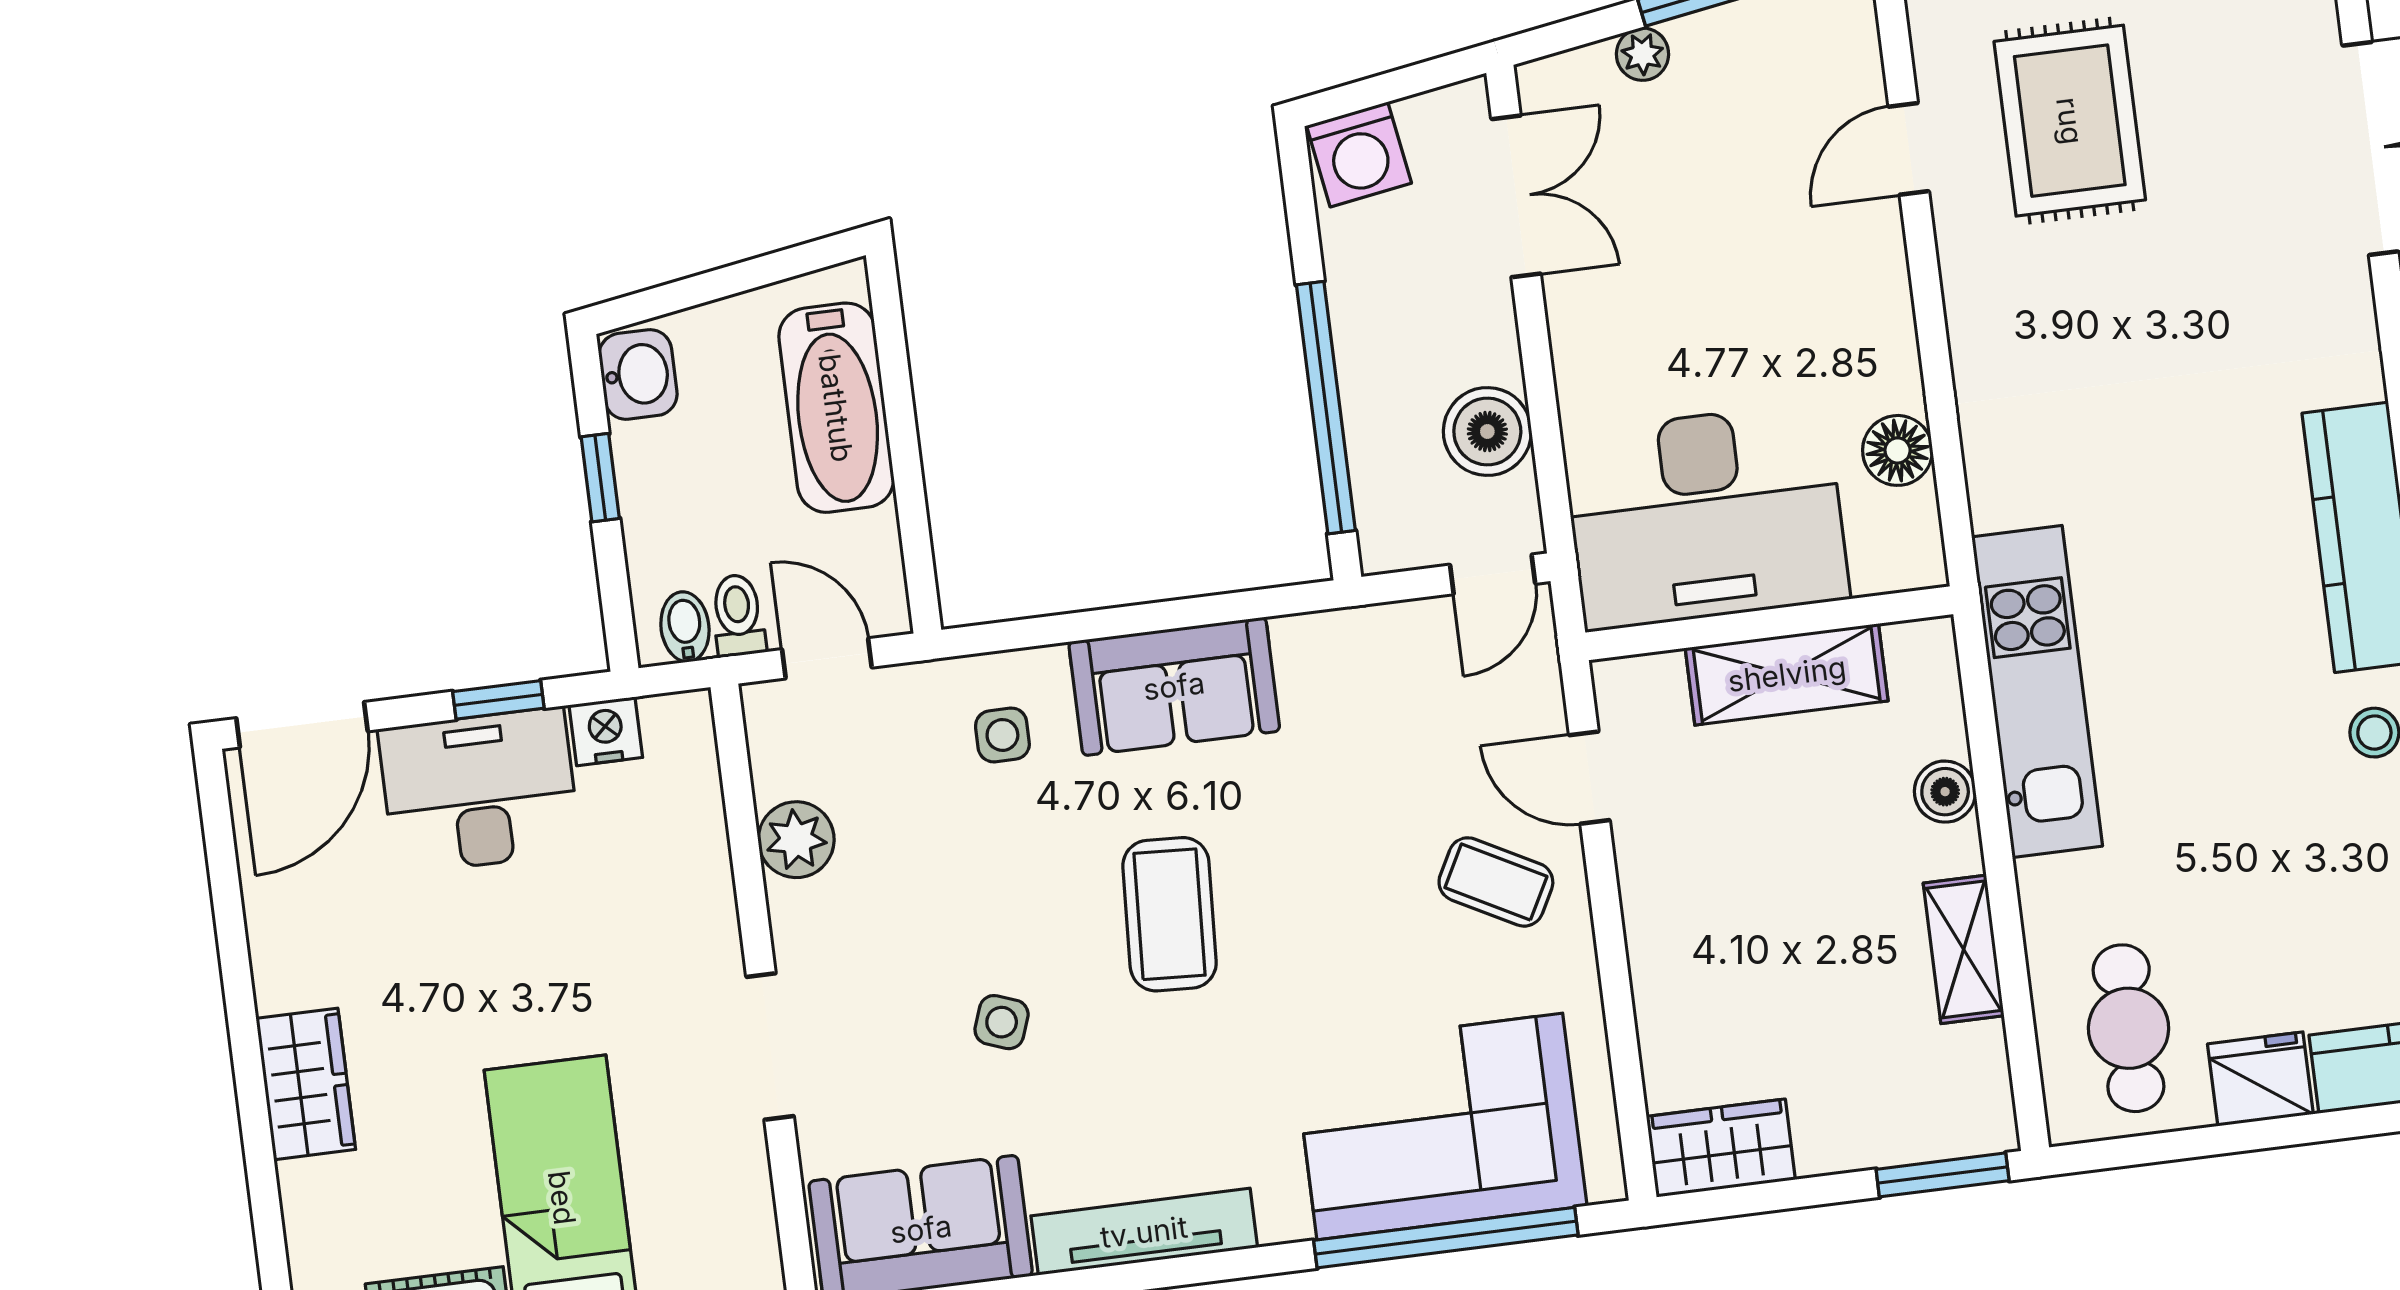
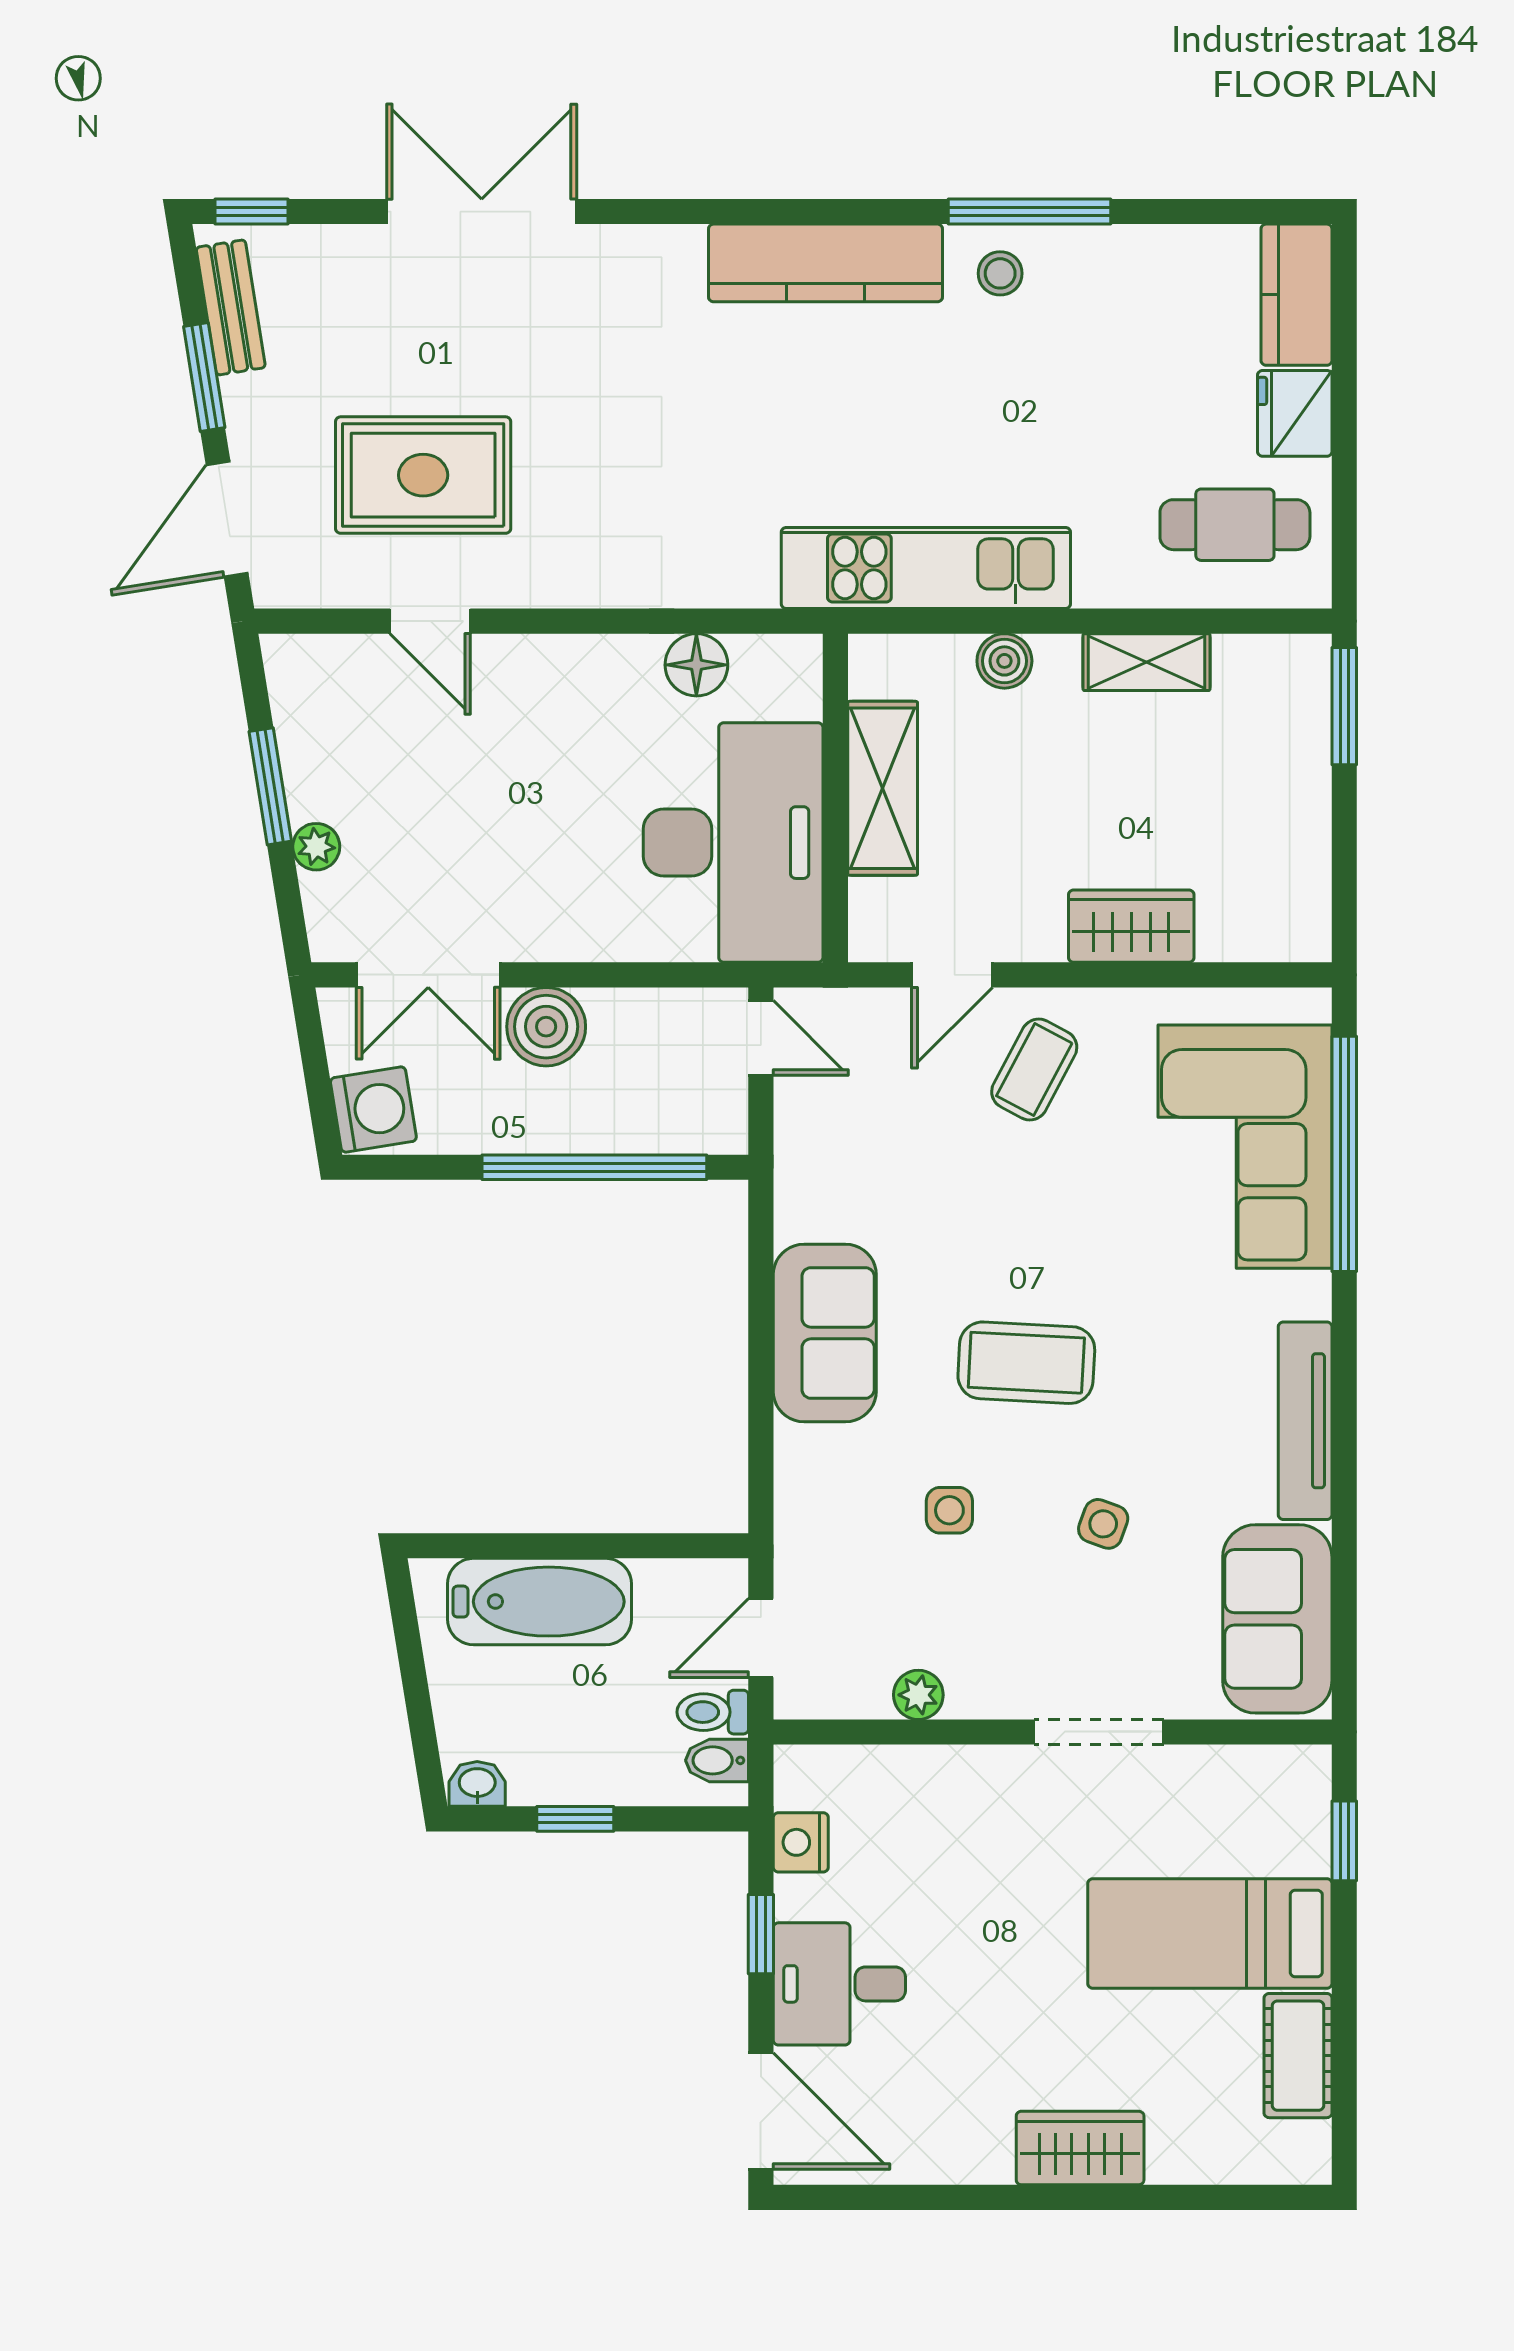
double door: (1516, 196) -> (428, 975), swing flipped
washbasin: (638, 374) -> (477, 1784), width x0.72, depth x0.69
boiler: (1487, 431) -> (546, 1027), moved
side table: (1002, 735) -> (949, 1510), moved
desk: (479, 791) -> (839, 1984), width x0.73
plant: (796, 840) -> (918, 1695), width x0.73, depth x0.73
wardrobe: (1721, 1148) -> (1131, 926), moved, turned 90

